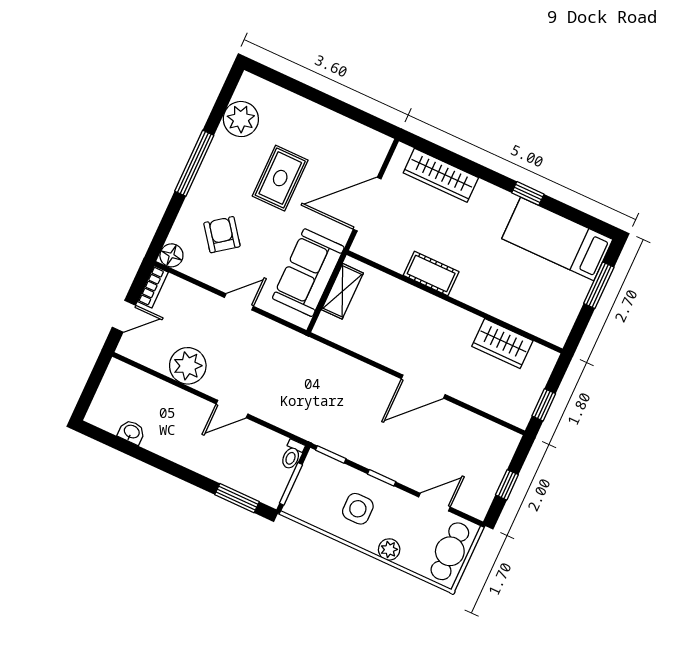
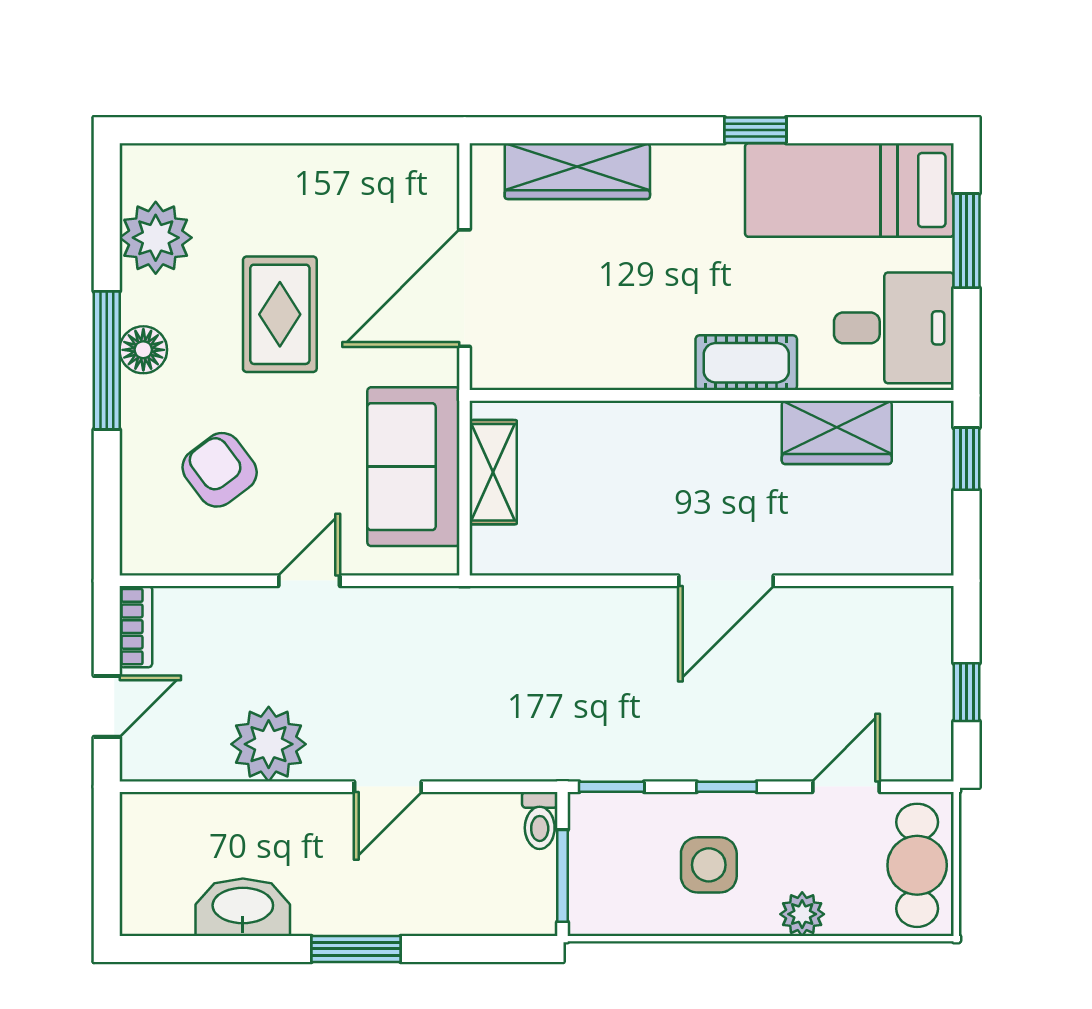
floor lamp: (171, 255) -> (143, 350), moved
cot: (431, 273) -> (746, 363), moved
desk: (549, 309) -> (894, 328), added
window: (544, 405) -> (967, 459), moved
washbasin: (131, 432) -> (243, 907), width x1.91, depth x1.45
window: (237, 498) -> (356, 949), moved

